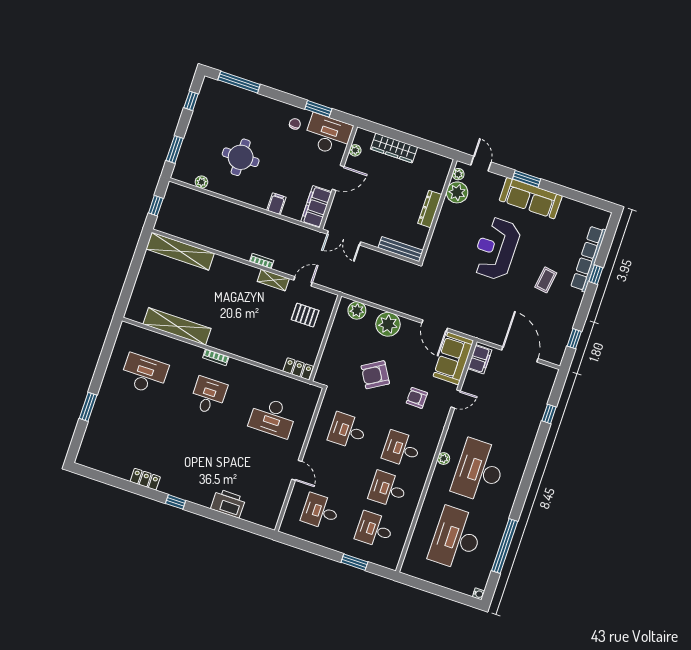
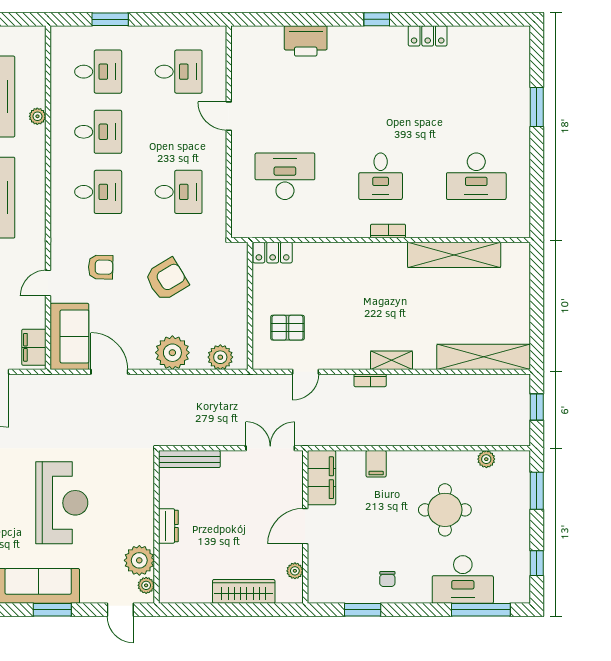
desk: (328, 135) -> (463, 579), moved
dresser: (430, 209) -> (168, 526), width x0.70
shelving: (273, 280) -> (391, 360), moved
plant: (444, 459) -> (37, 116), moved

